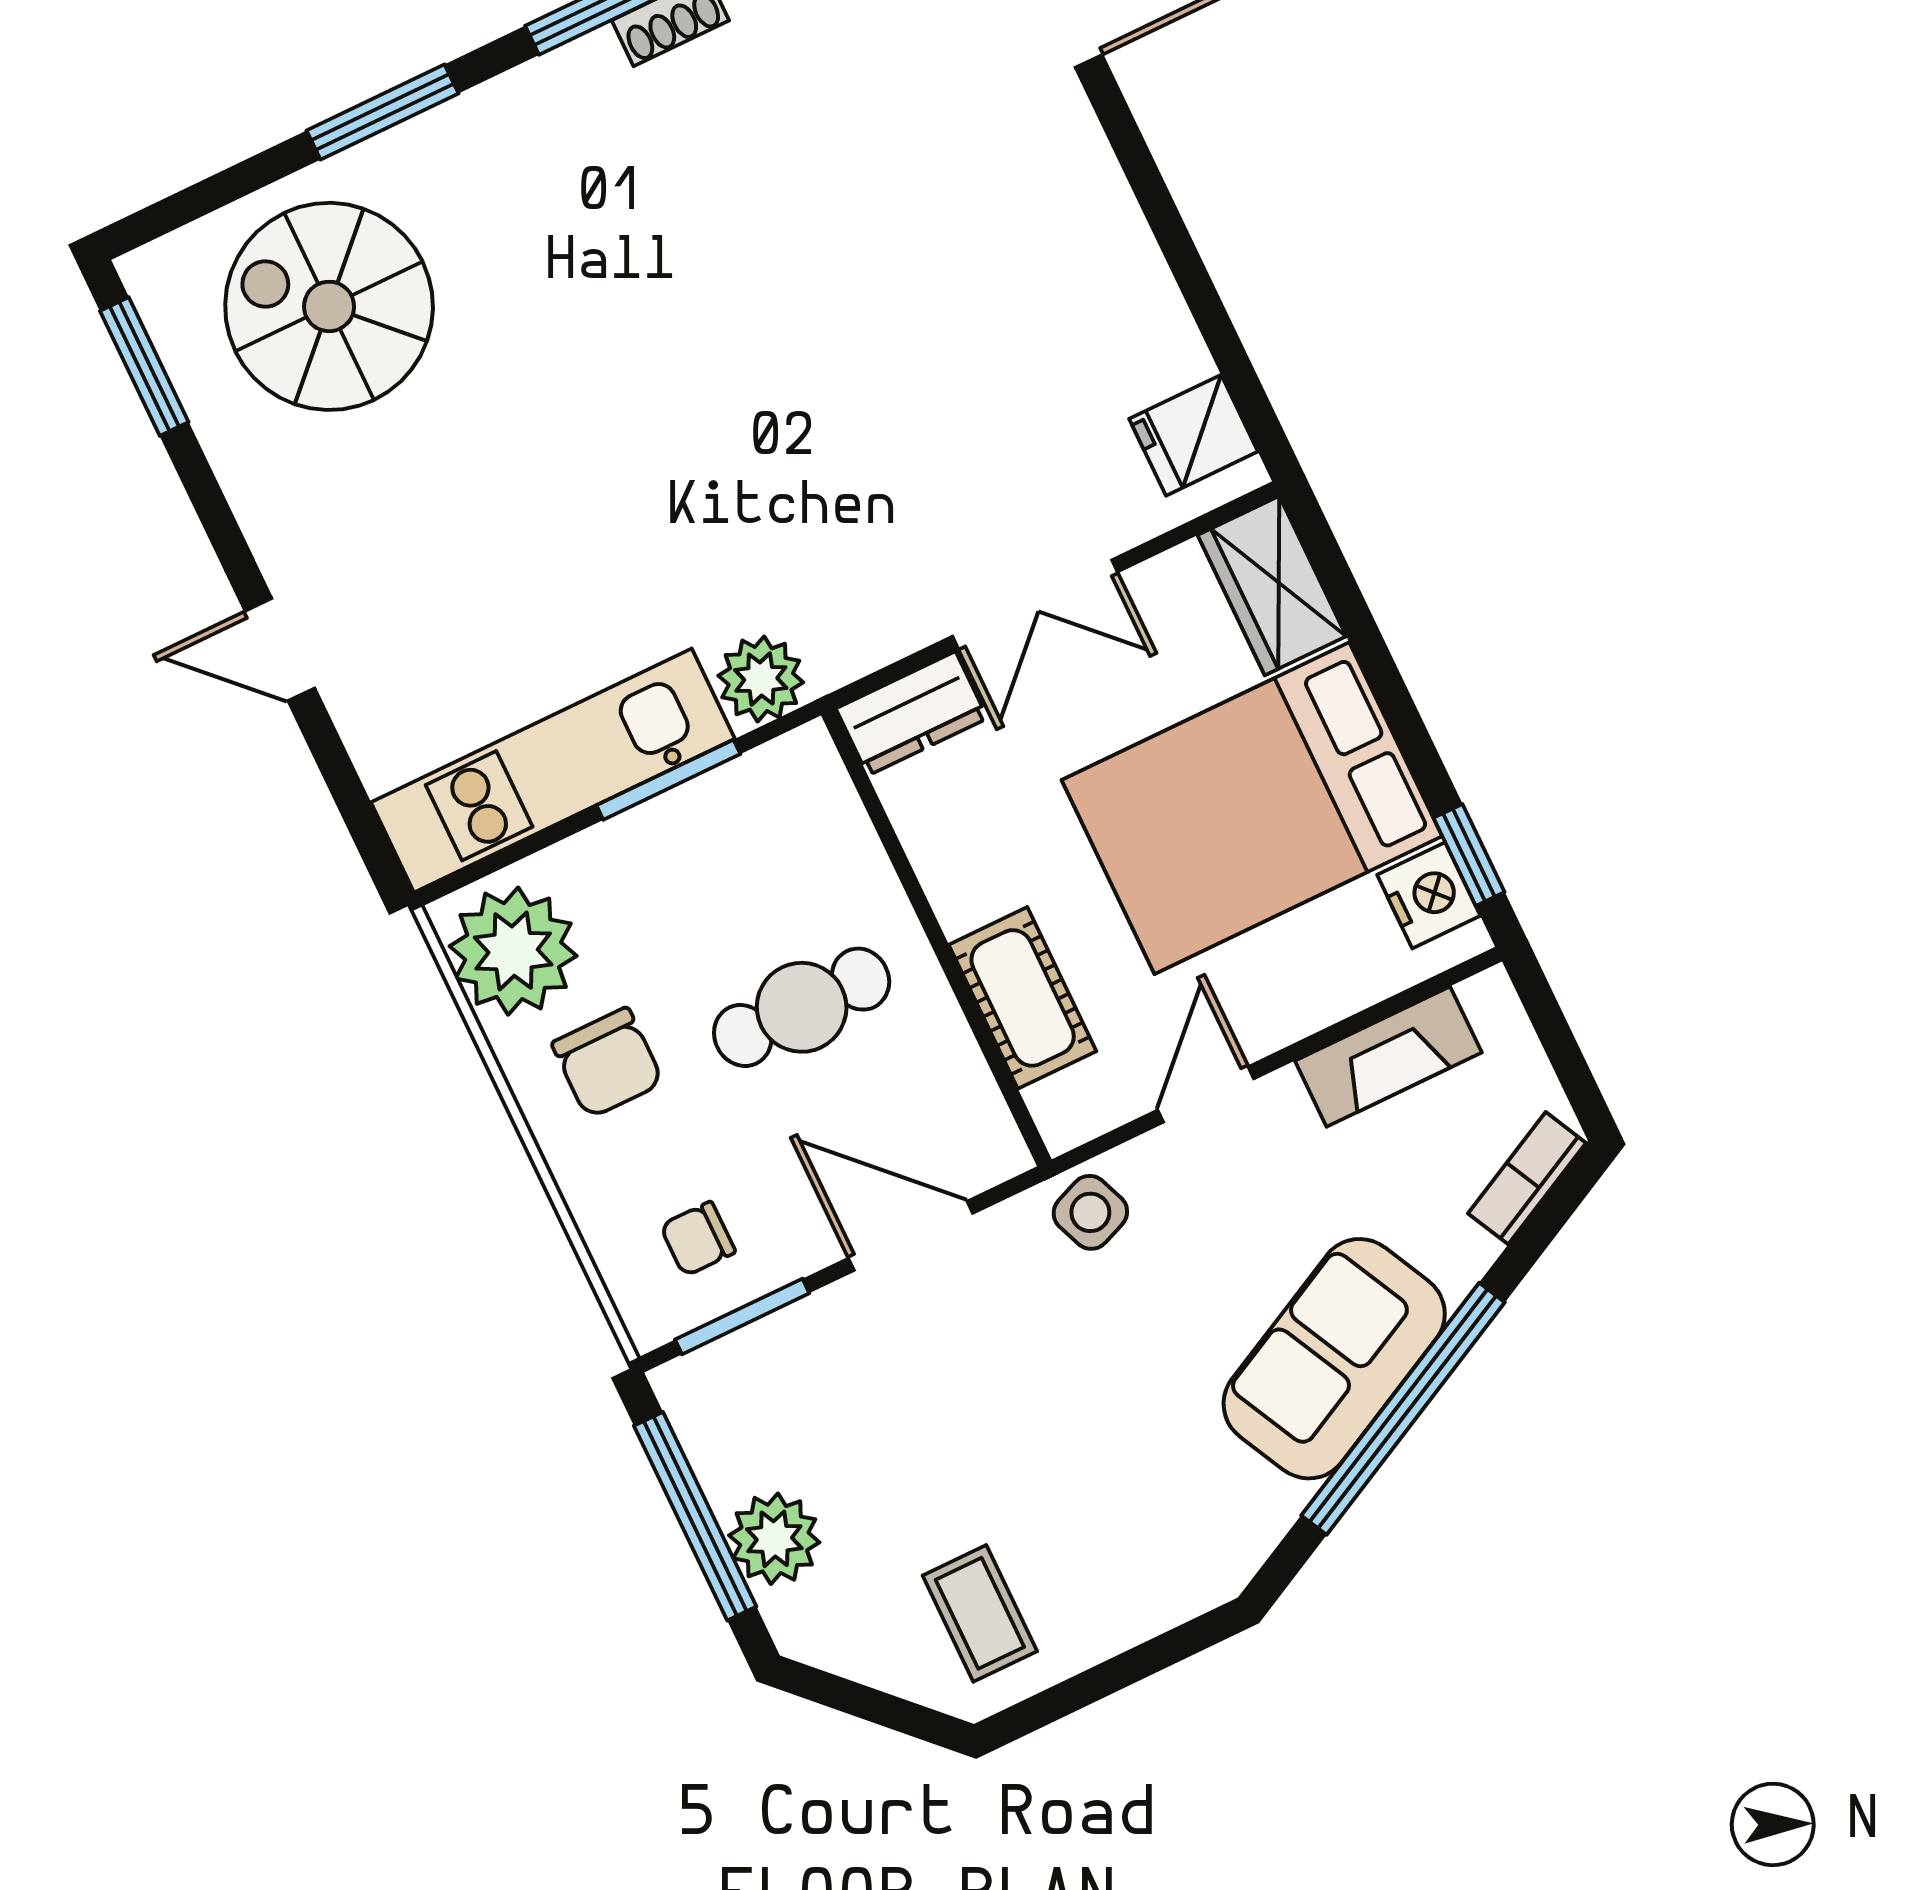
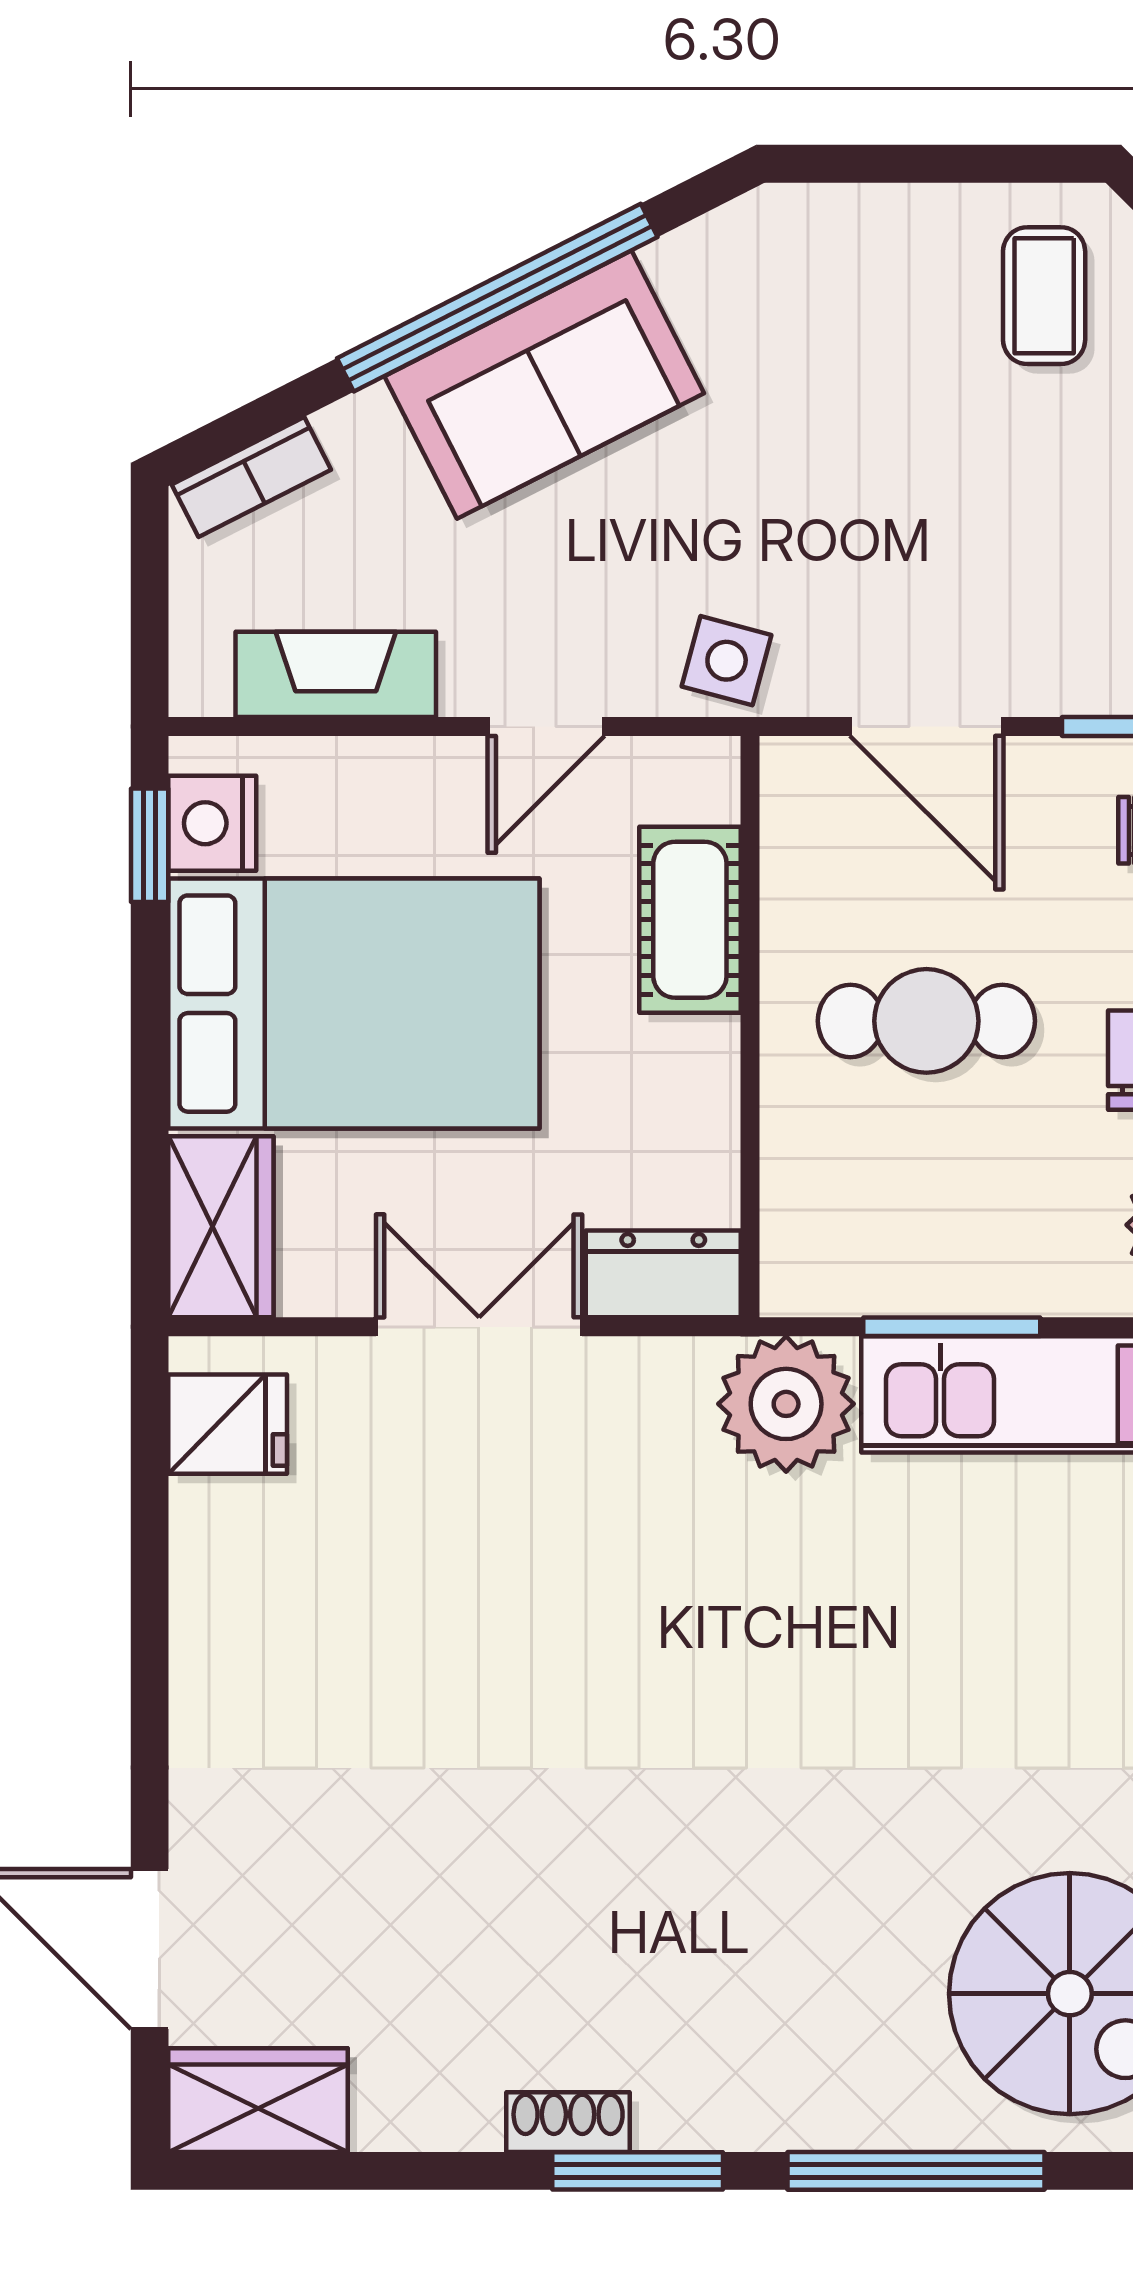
window: (382, 112) -> (916, 2171), width x1.44
plant: (761, 679) -> (786, 1404), width x1.36, depth x1.36
side table: (1090, 1212) -> (727, 661), turned 37

